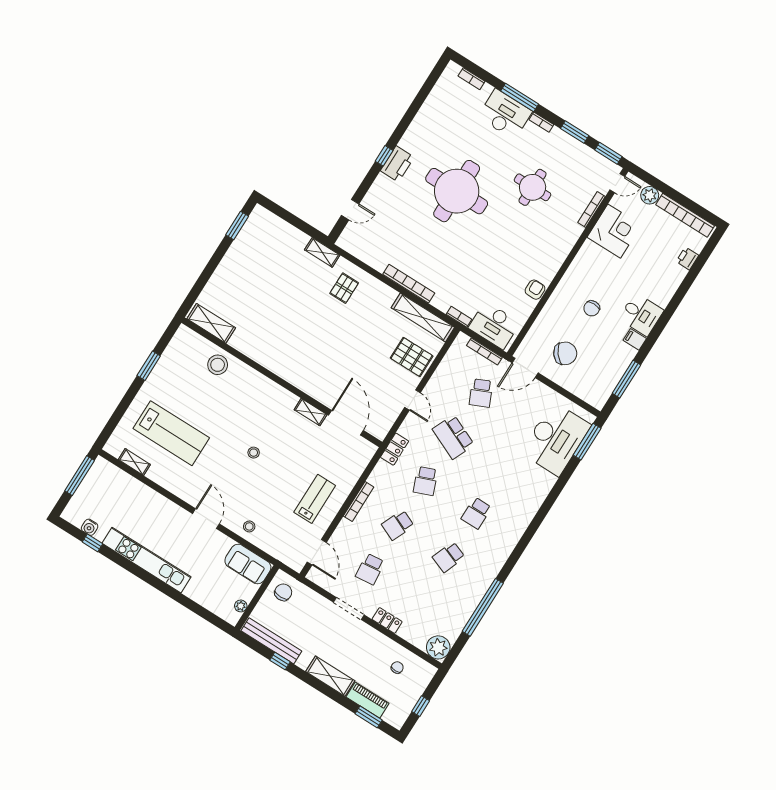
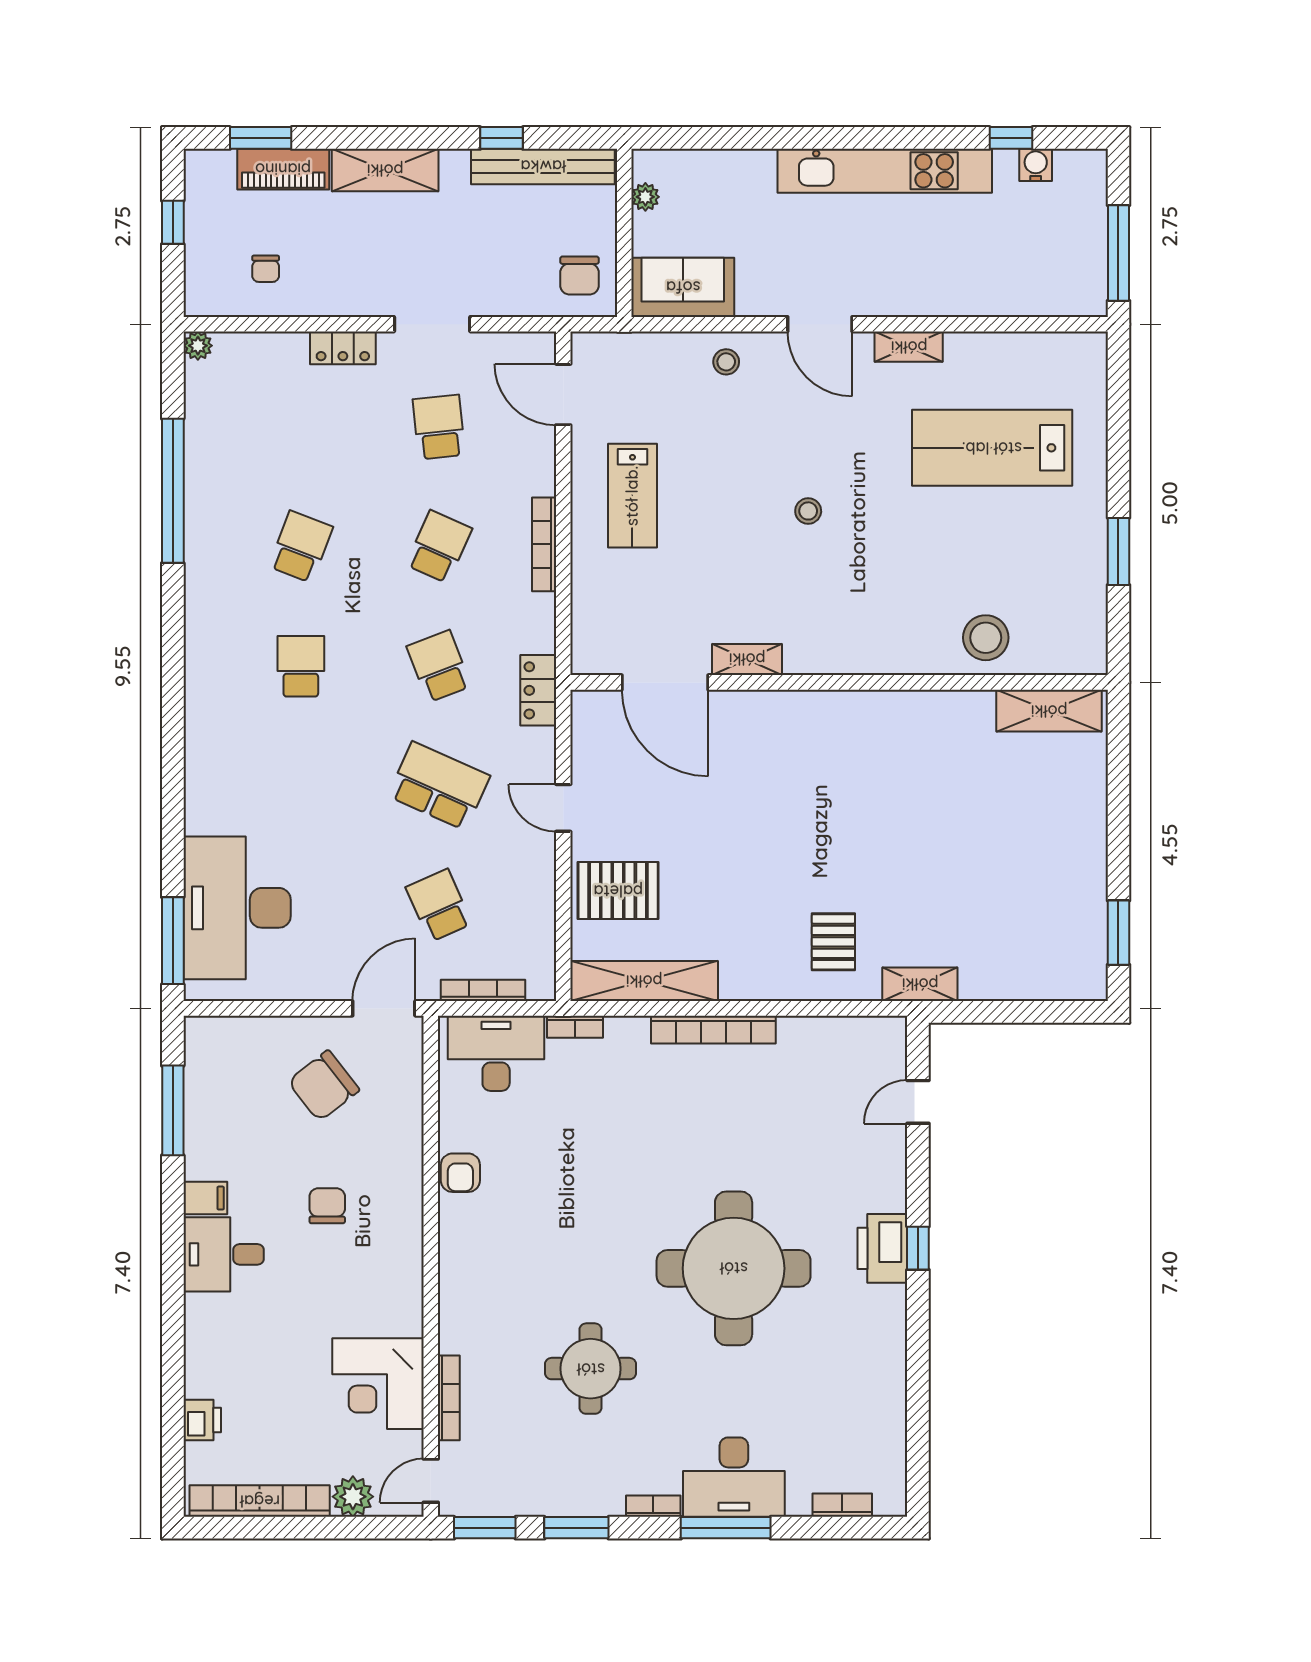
shelving: (134, 462) -> (909, 347), moved
plant: (438, 647) -> (198, 346), width x0.53, depth x0.53

